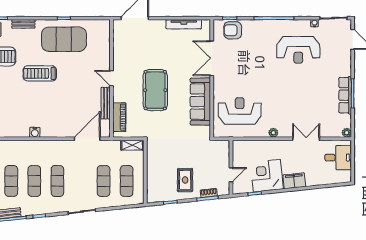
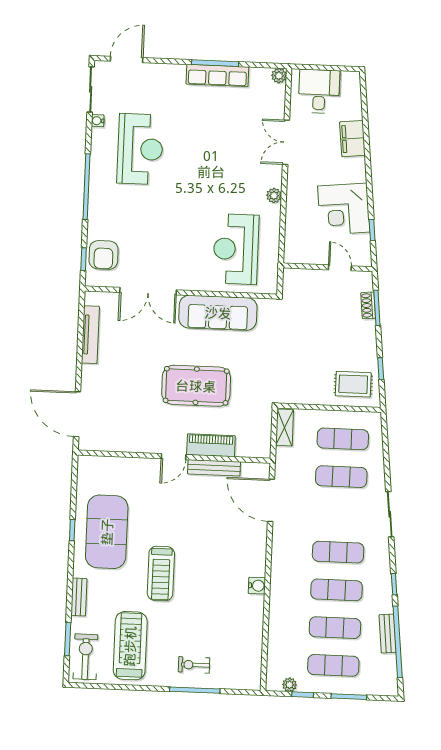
piano: (119, 117) -> (211, 445), moved
rug: (185, 180) -> (353, 384), moved
filing cabinet: (294, 181) -> (352, 139), moved

